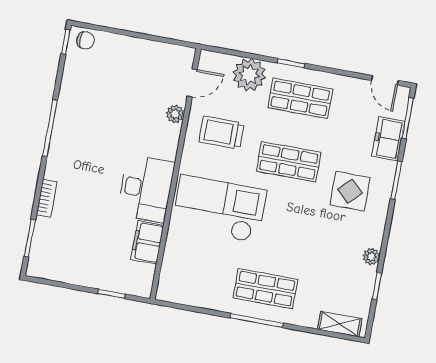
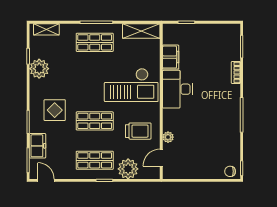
plant: (371, 257) -> (39, 69), width x1.88, depth x1.88
shelving: (187, 293) -> (141, 31), added

